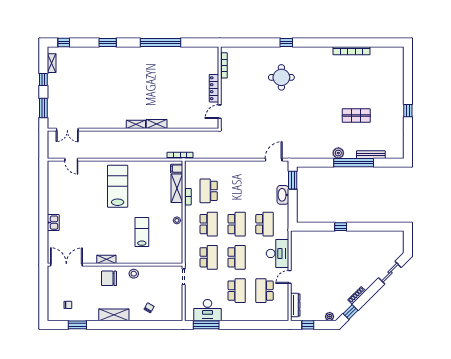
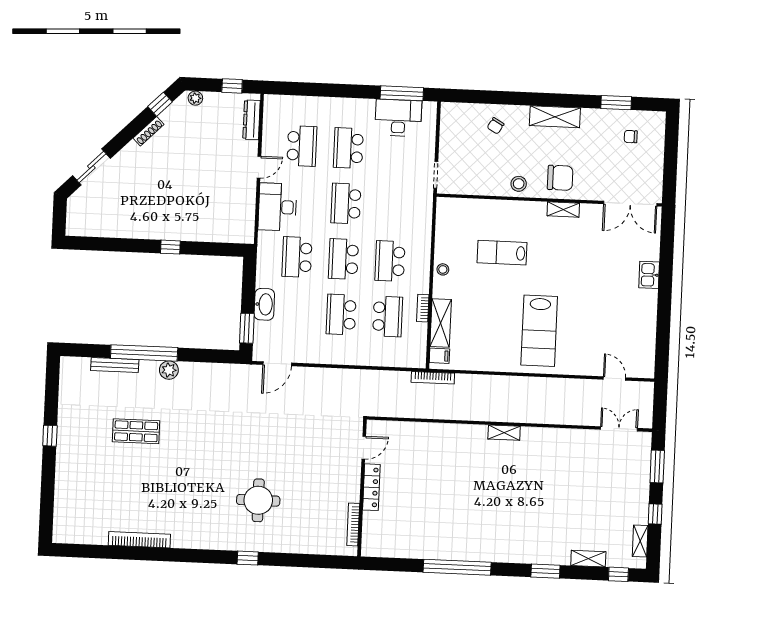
shelving: (157, 124) -> (588, 559), moved
lab bench: (142, 232) -> (502, 253), turned 90
school desk: (209, 257) -> (341, 314), moved

